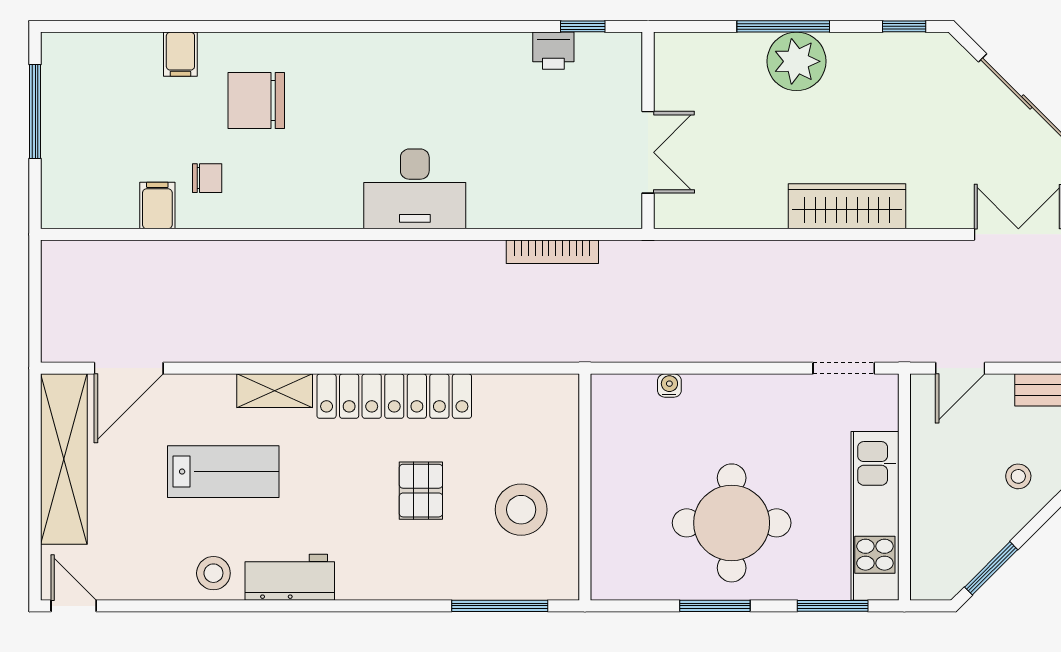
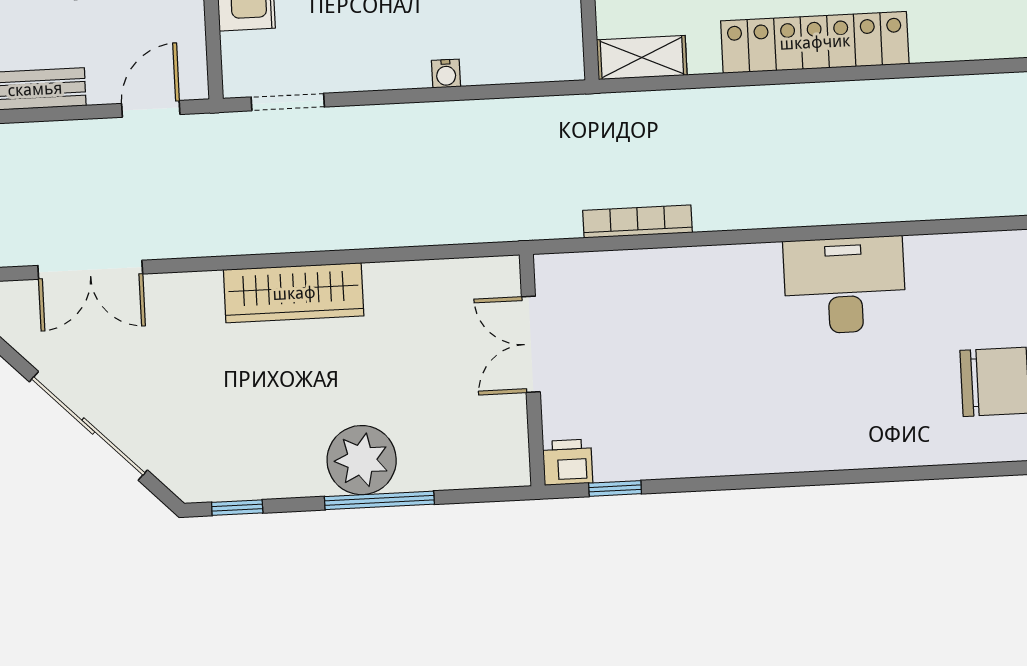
printer: (553, 51) -> (568, 462), moved
desk: (415, 189) -> (845, 285), moved
water cooler: (669, 385) -> (446, 74), moved
shelving: (275, 391) -> (642, 58), moved

